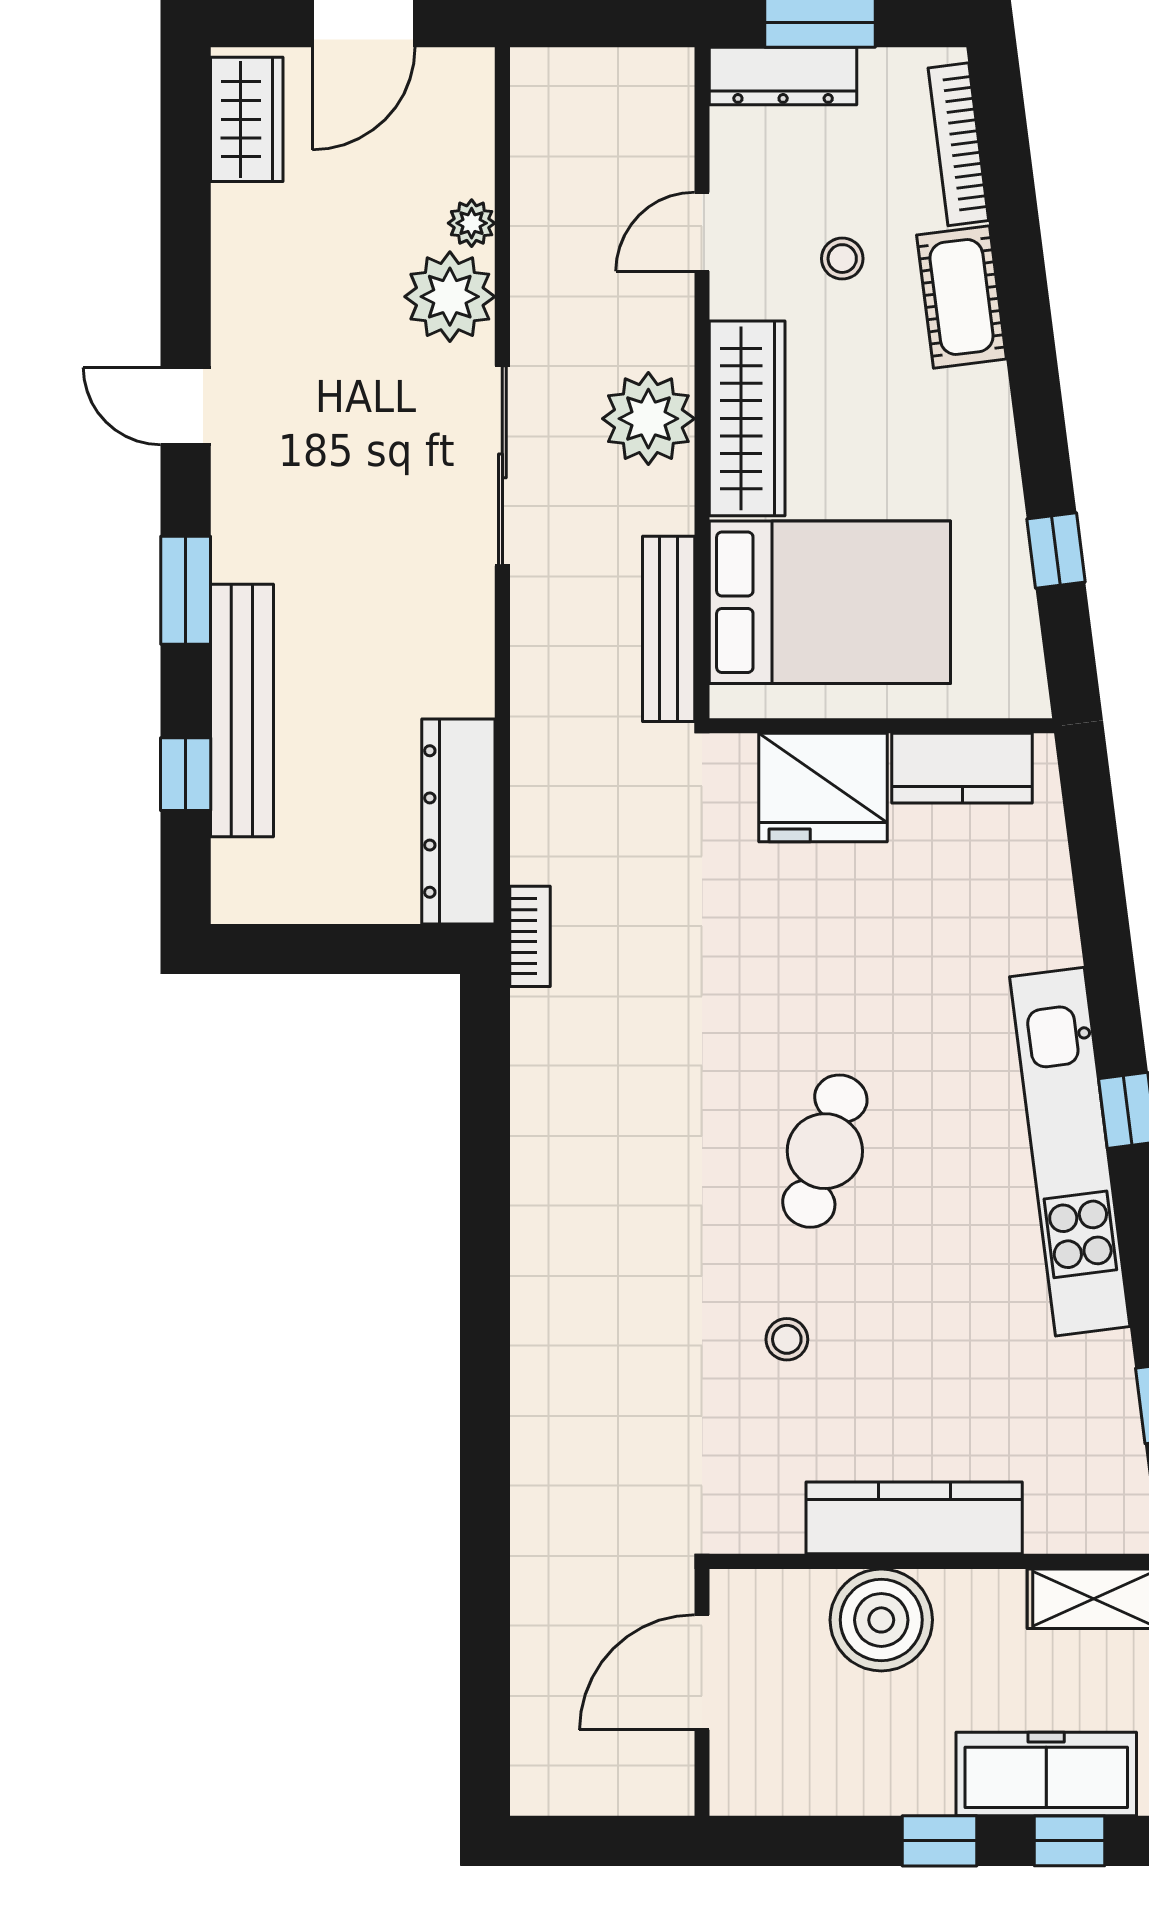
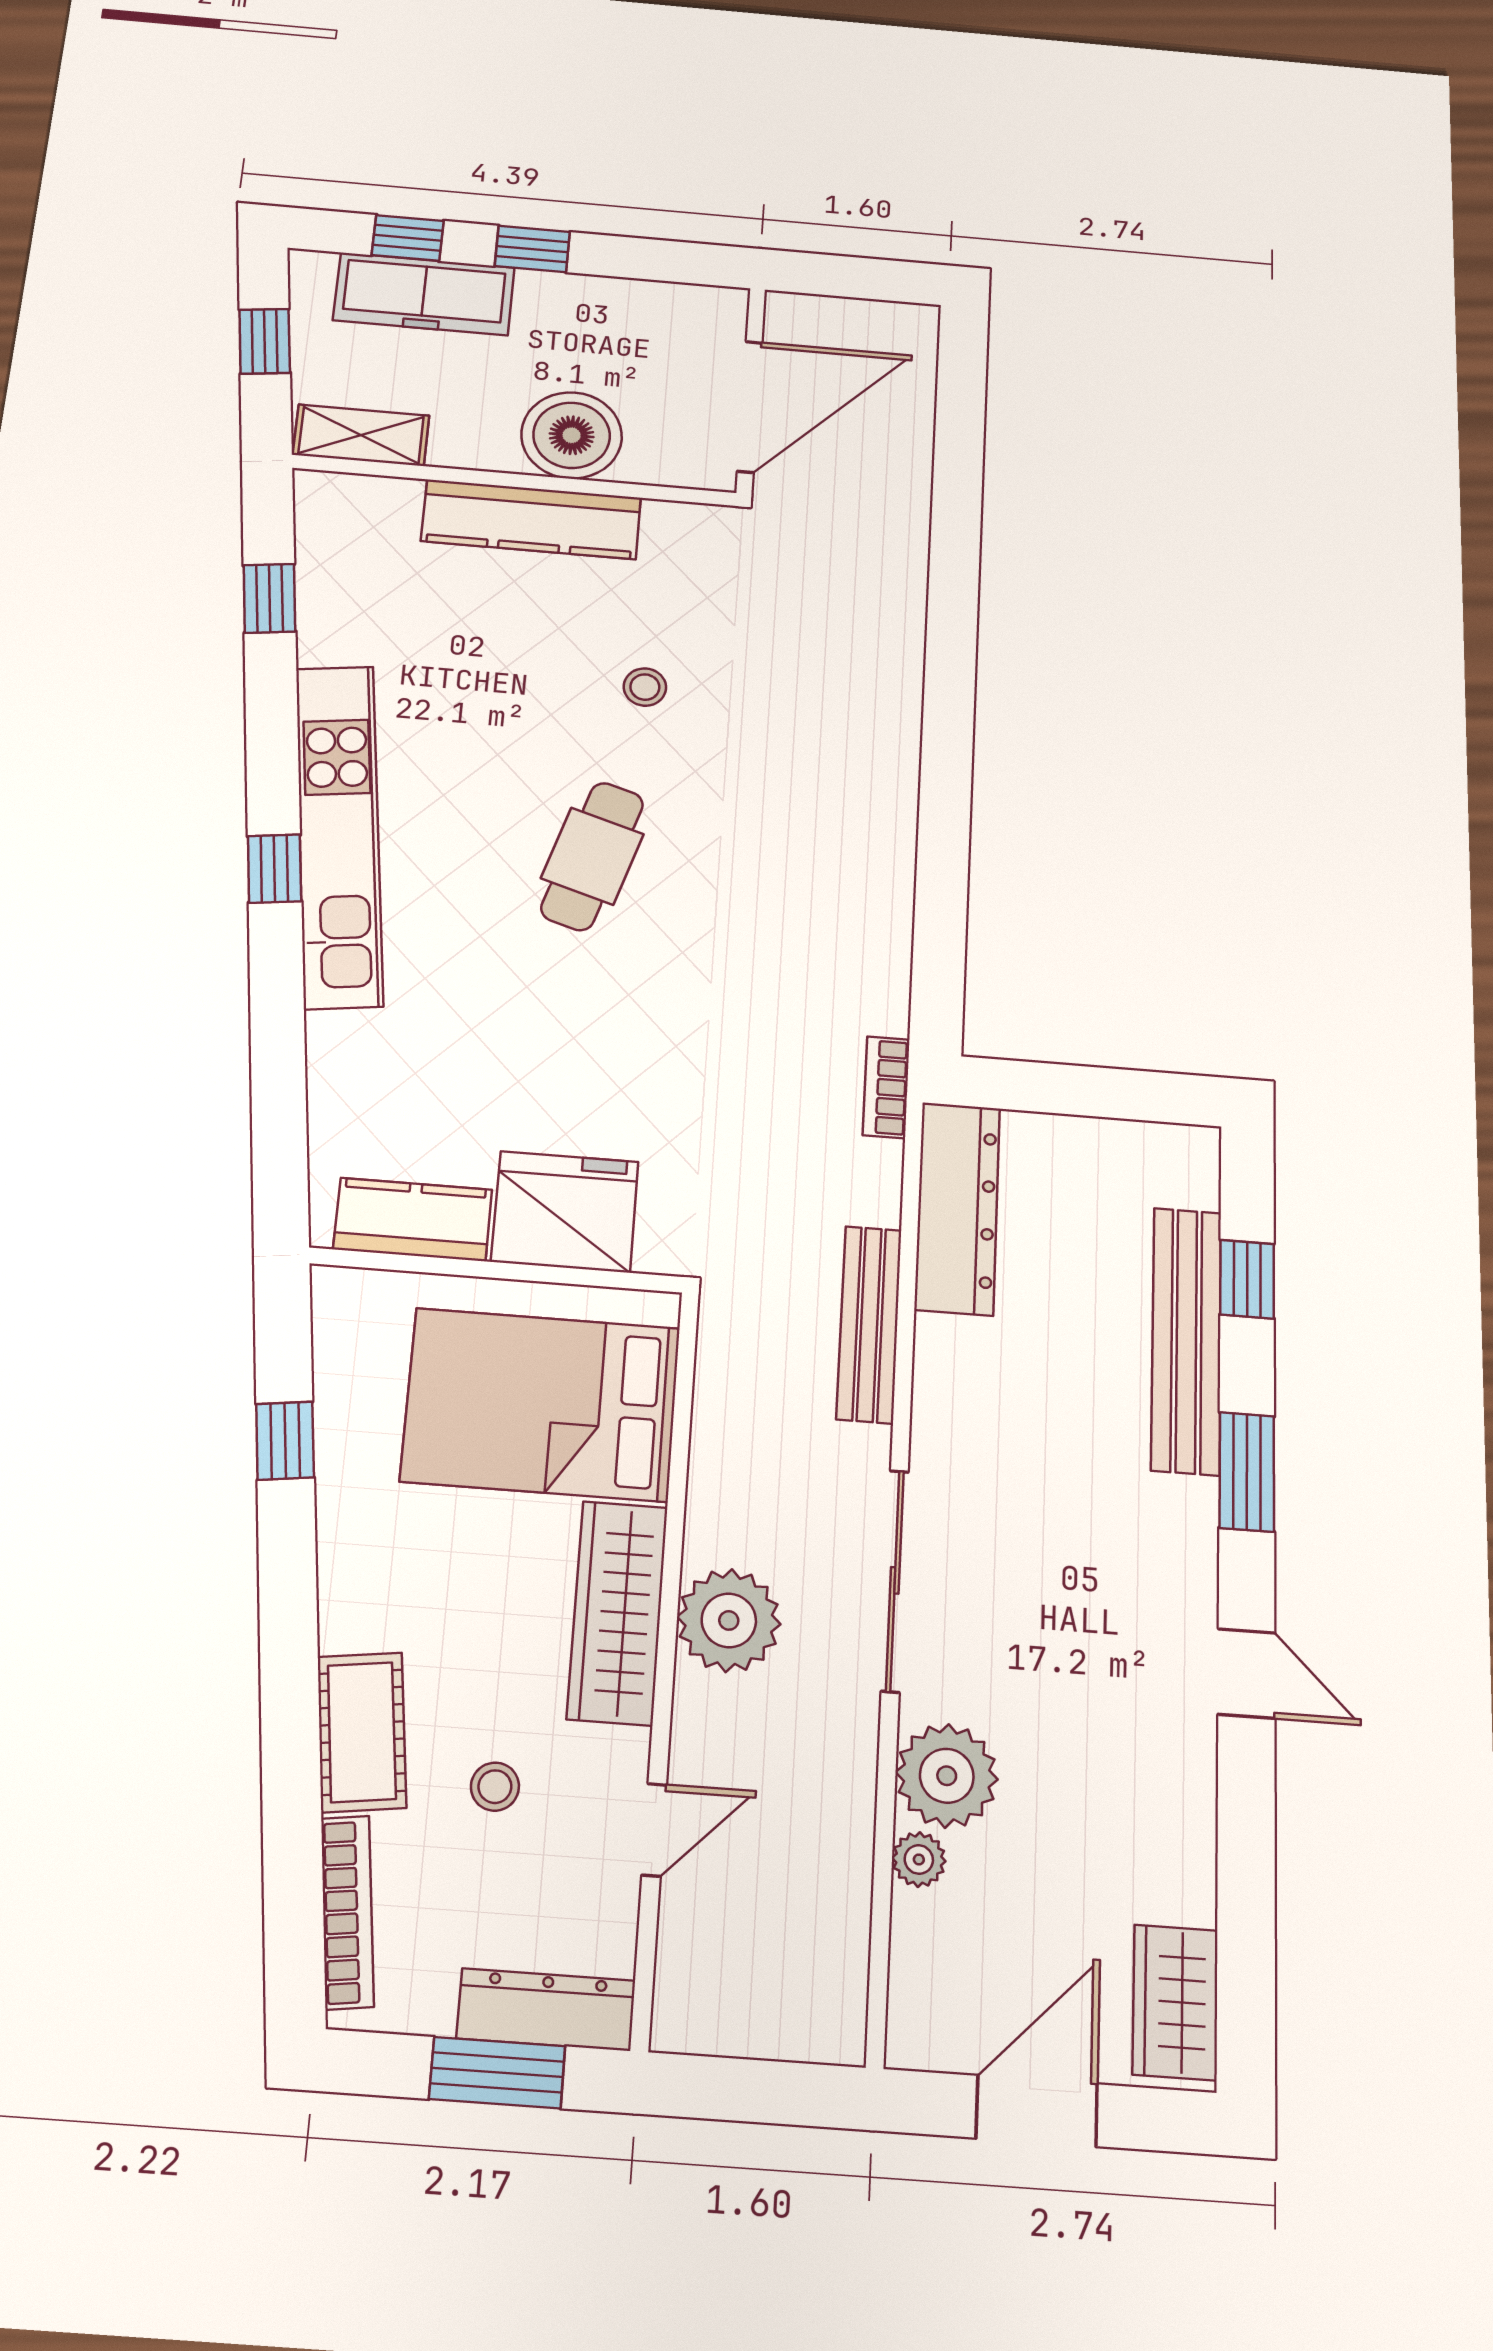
bench: (669, 629) -> (869, 1324), moved
door: (702, 1672) -> (750, 407), width x1.36

